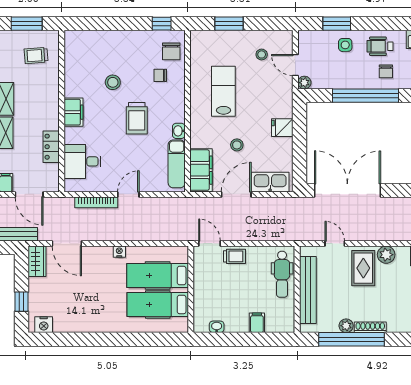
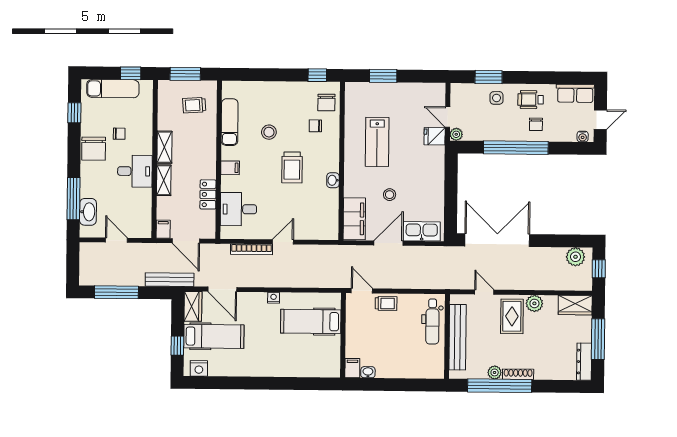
stool: (262, 54) -> (415, 106), removed
lab bench: (223, 91) -> (377, 142), turned 180
filing cabinet: (73, 112) -> (230, 168), width x0.50
fridge: (282, 128) -> (435, 136), moved
exam couch: (177, 164) -> (230, 122), moved, turned 180
hospital bed: (158, 304) -> (214, 336), moved, turned 180
filing cabinet: (257, 323) -> (352, 368), moved

